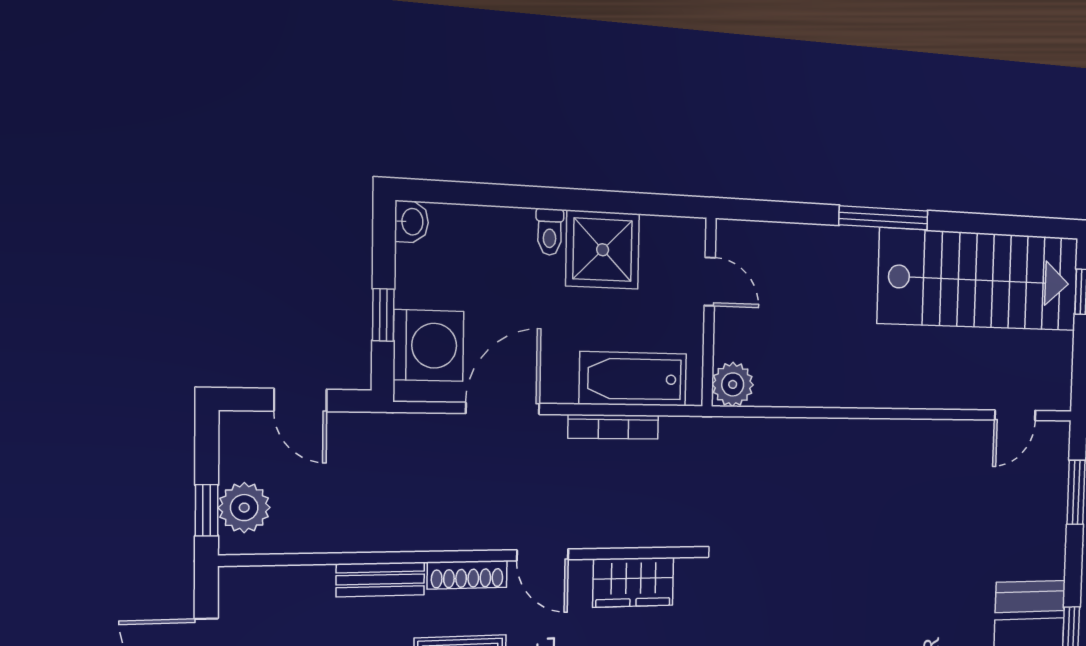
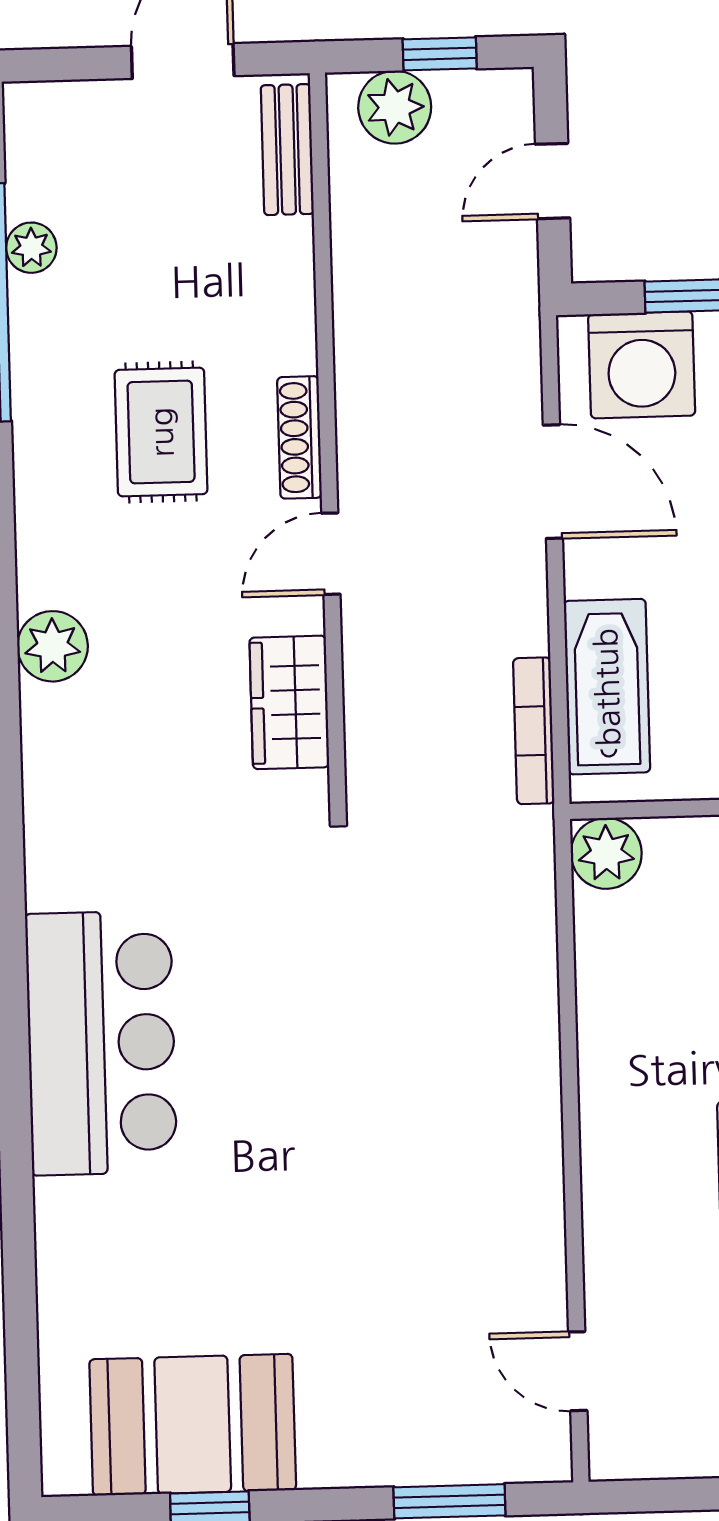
bookcase: (613, 427) -> (534, 731), moved
window: (207, 510) -> (440, 54), moved
bench: (380, 579) -> (287, 150), moved

